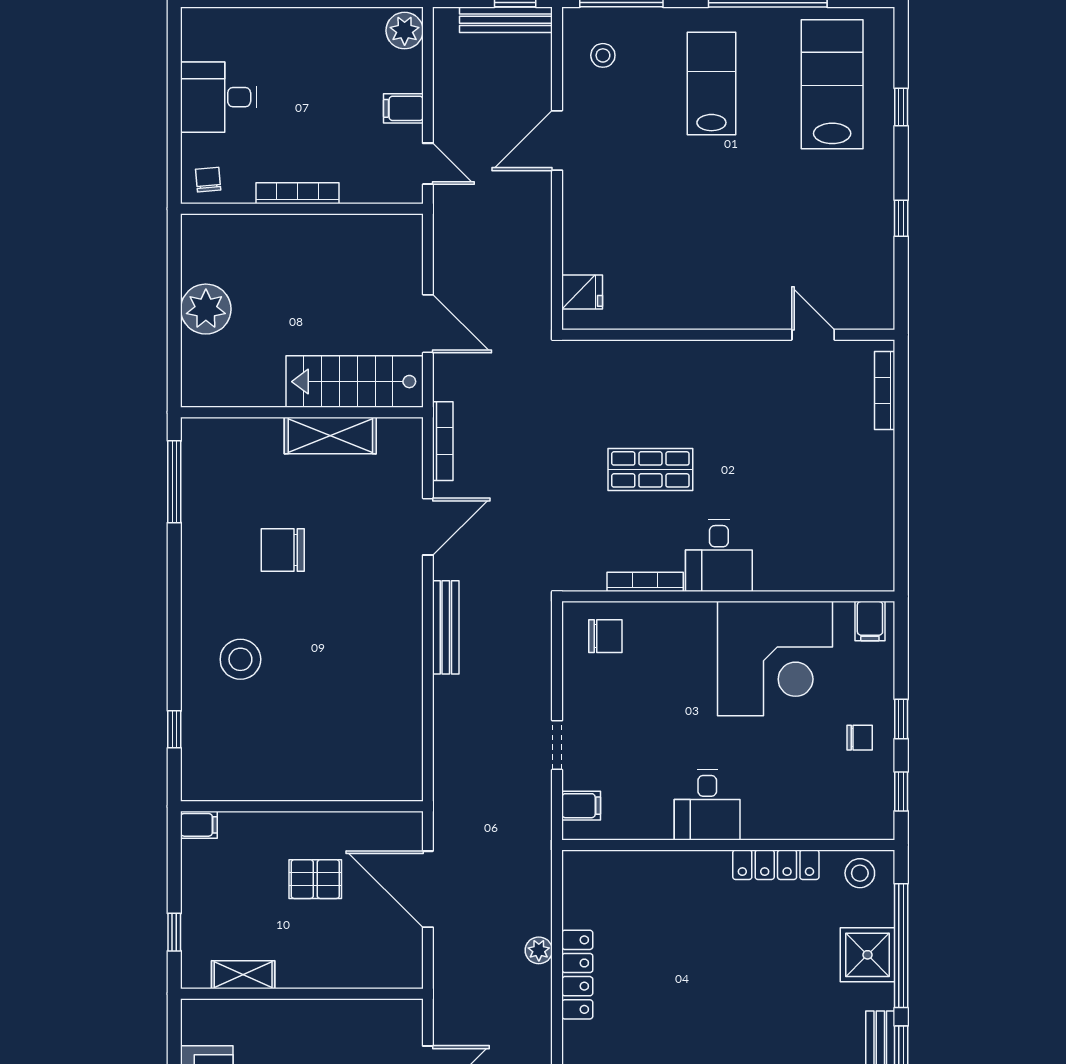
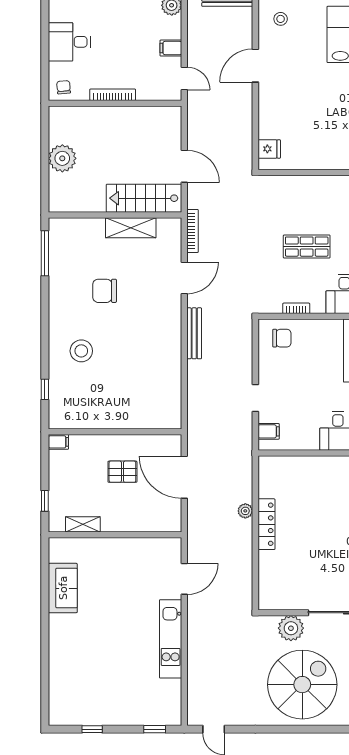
bookcase: (645, 582) -> (296, 308), width x0.64

